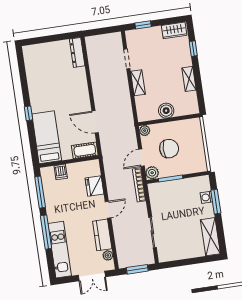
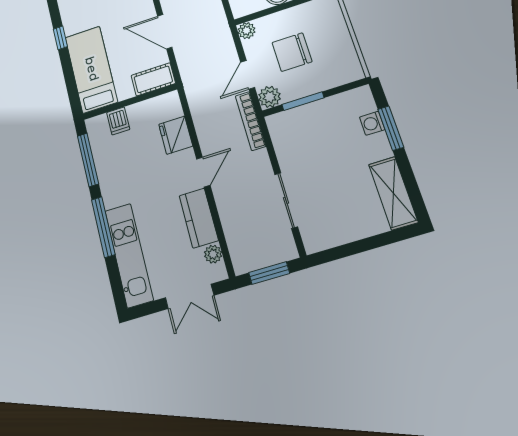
chair: (169, 149) -> (292, 52), turned 180

